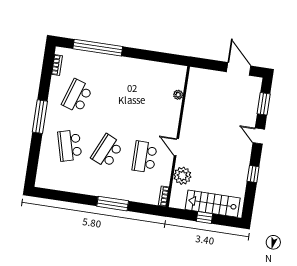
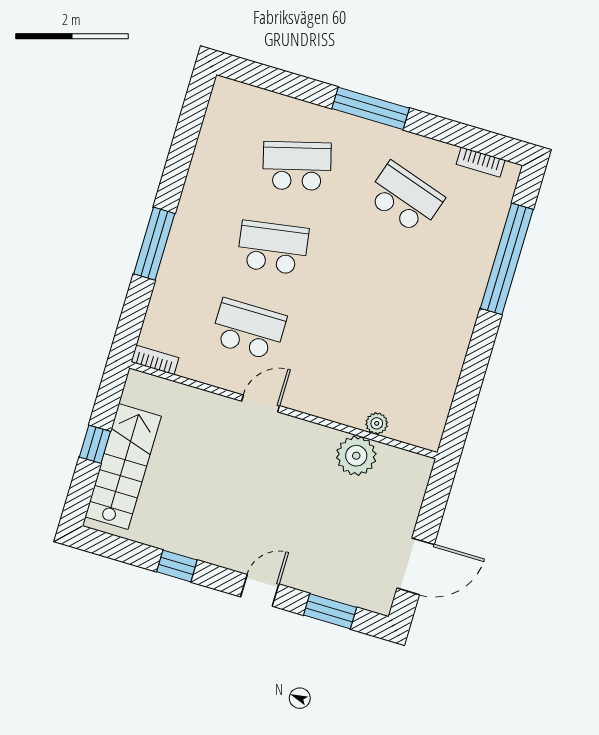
school desk: (107, 151) -> (273, 248), turned -33
plant: (182, 176) -> (356, 456), moved

